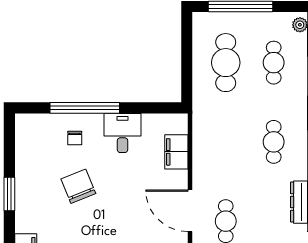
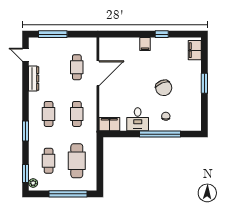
cafe table: (226, 142) -> (77, 114), added
filing cabinet: (176, 152) -> (109, 124), moved, turned -90
door: (190, 211) -> (98, 73), hinge flipped

